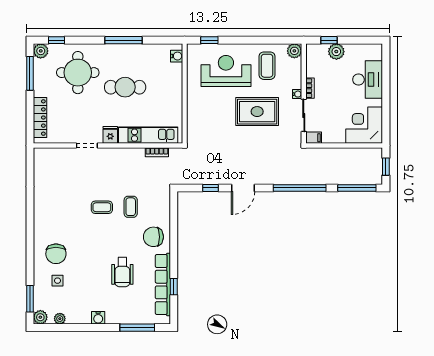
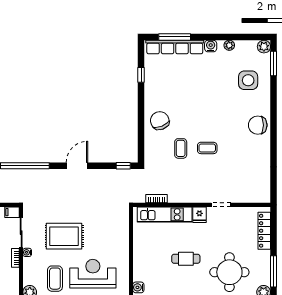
reception desk: (226, 71) -> (93, 274), turned 180
cafe table: (125, 87) -> (186, 259), width x0.73, depth x0.74
window: (211, 188) -> (123, 166), moved
chair: (153, 237) -> (160, 121), turned -112
chair: (56, 254) -> (258, 125), moved, turned -90
wheelchair: (122, 272) -> (188, 88), removed
side table: (58, 281) -> (248, 80), width x1.87, depth x1.87
row of seats: (163, 285) -> (175, 47), moved, turned 90
plant: (60, 319) -> (229, 45), moved

